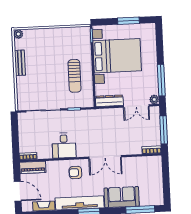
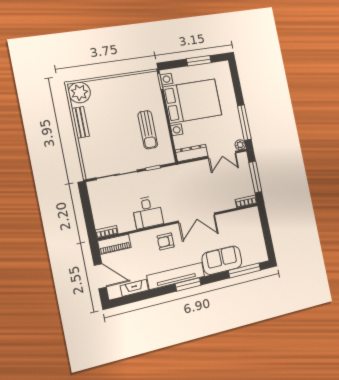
plant: (18, 34) -> (79, 93), width x1.88, depth x1.88

